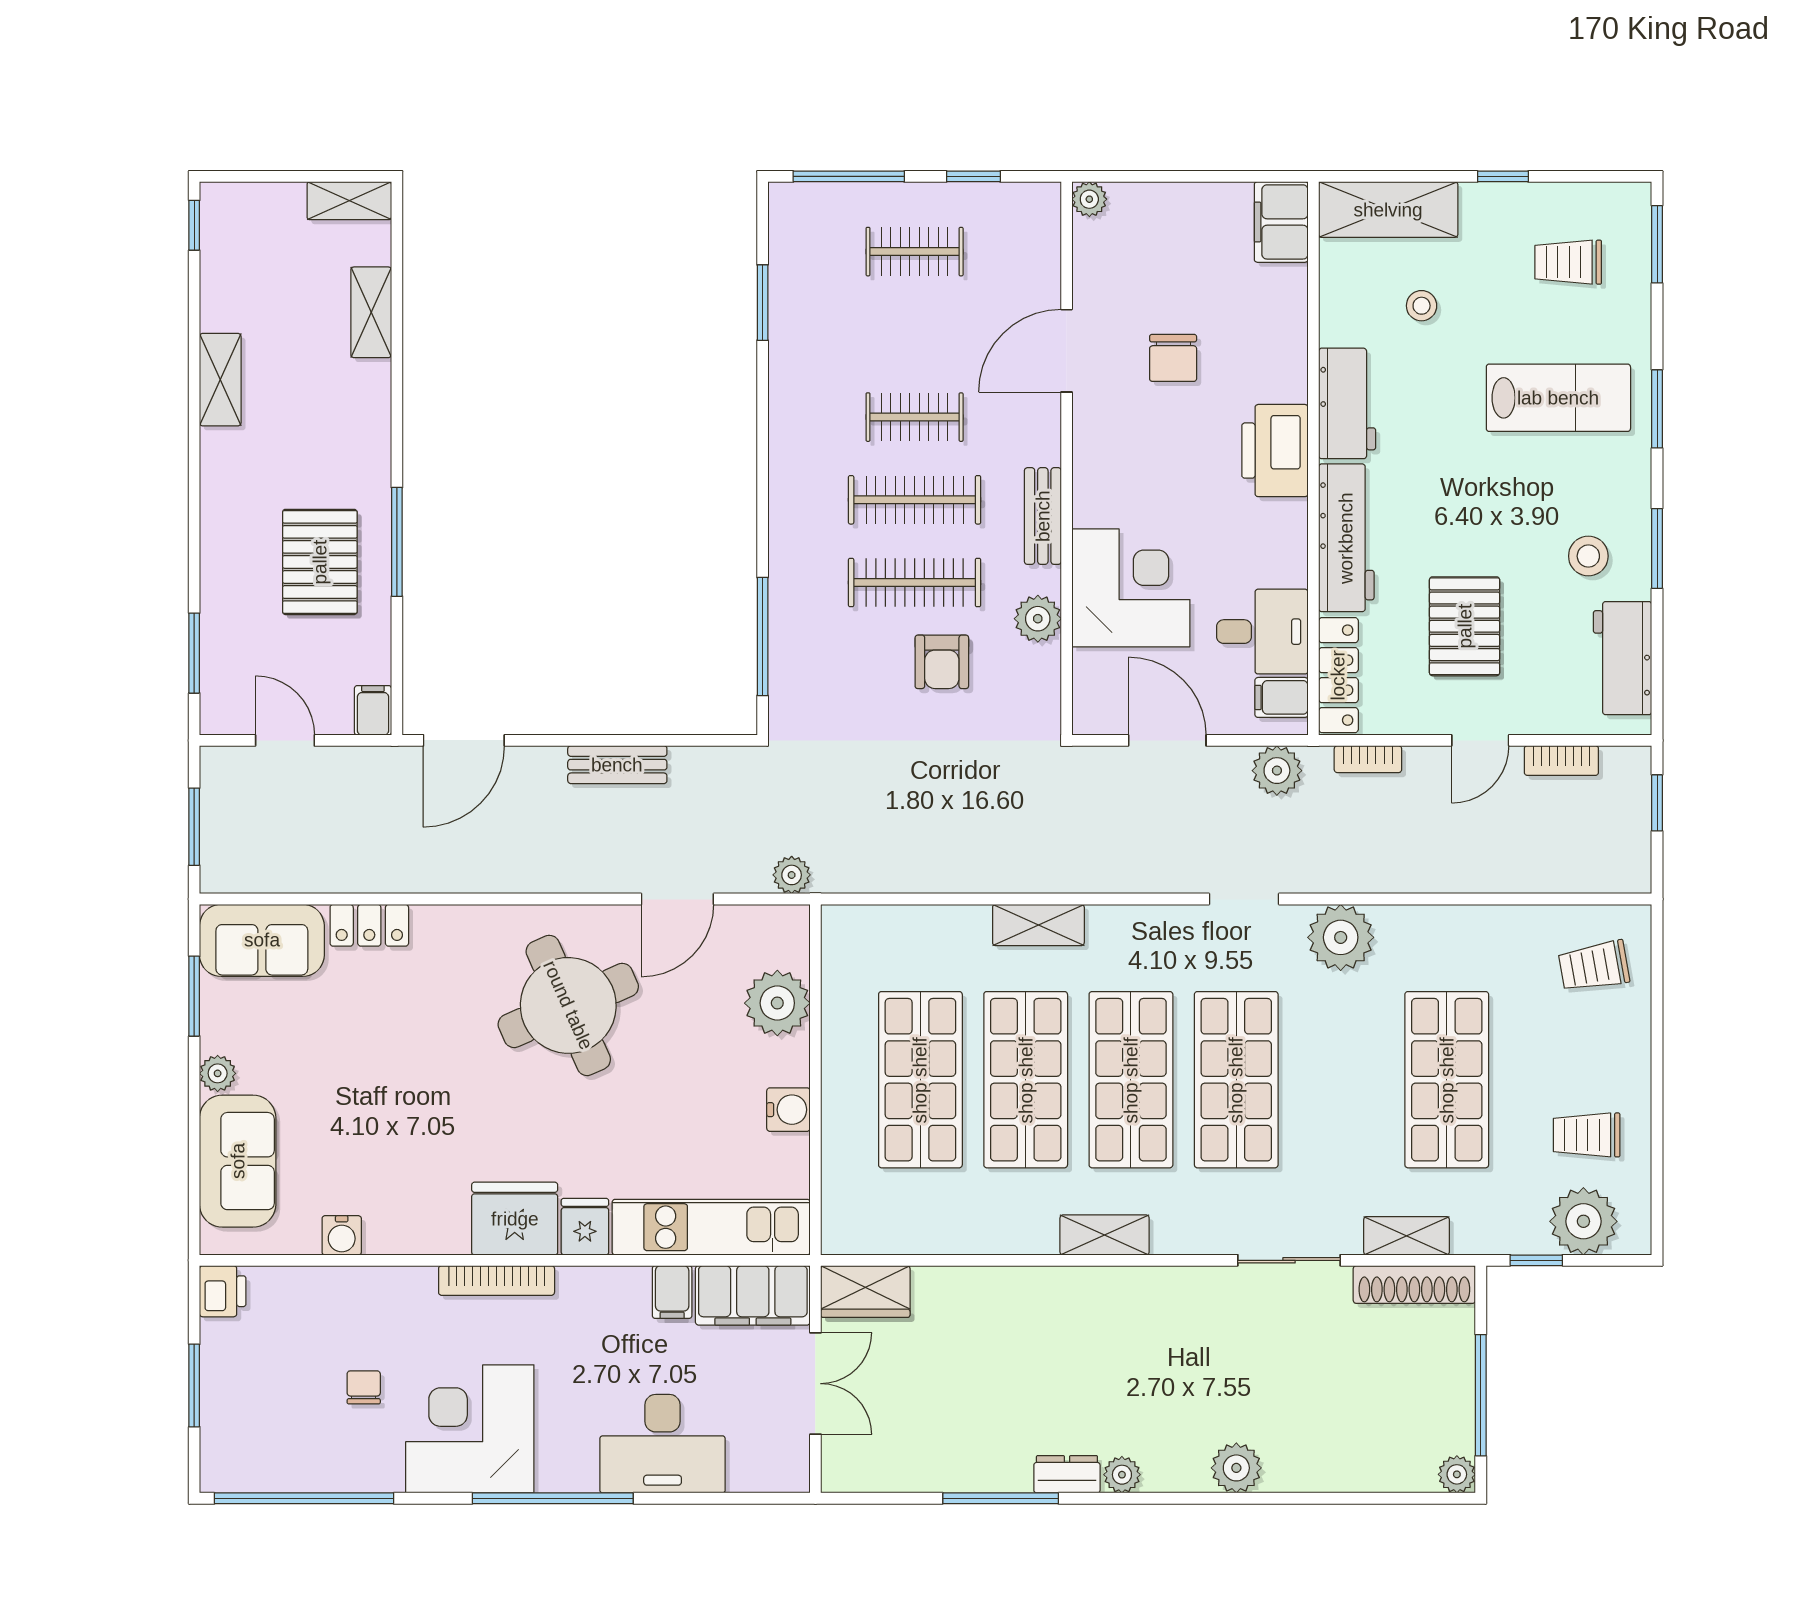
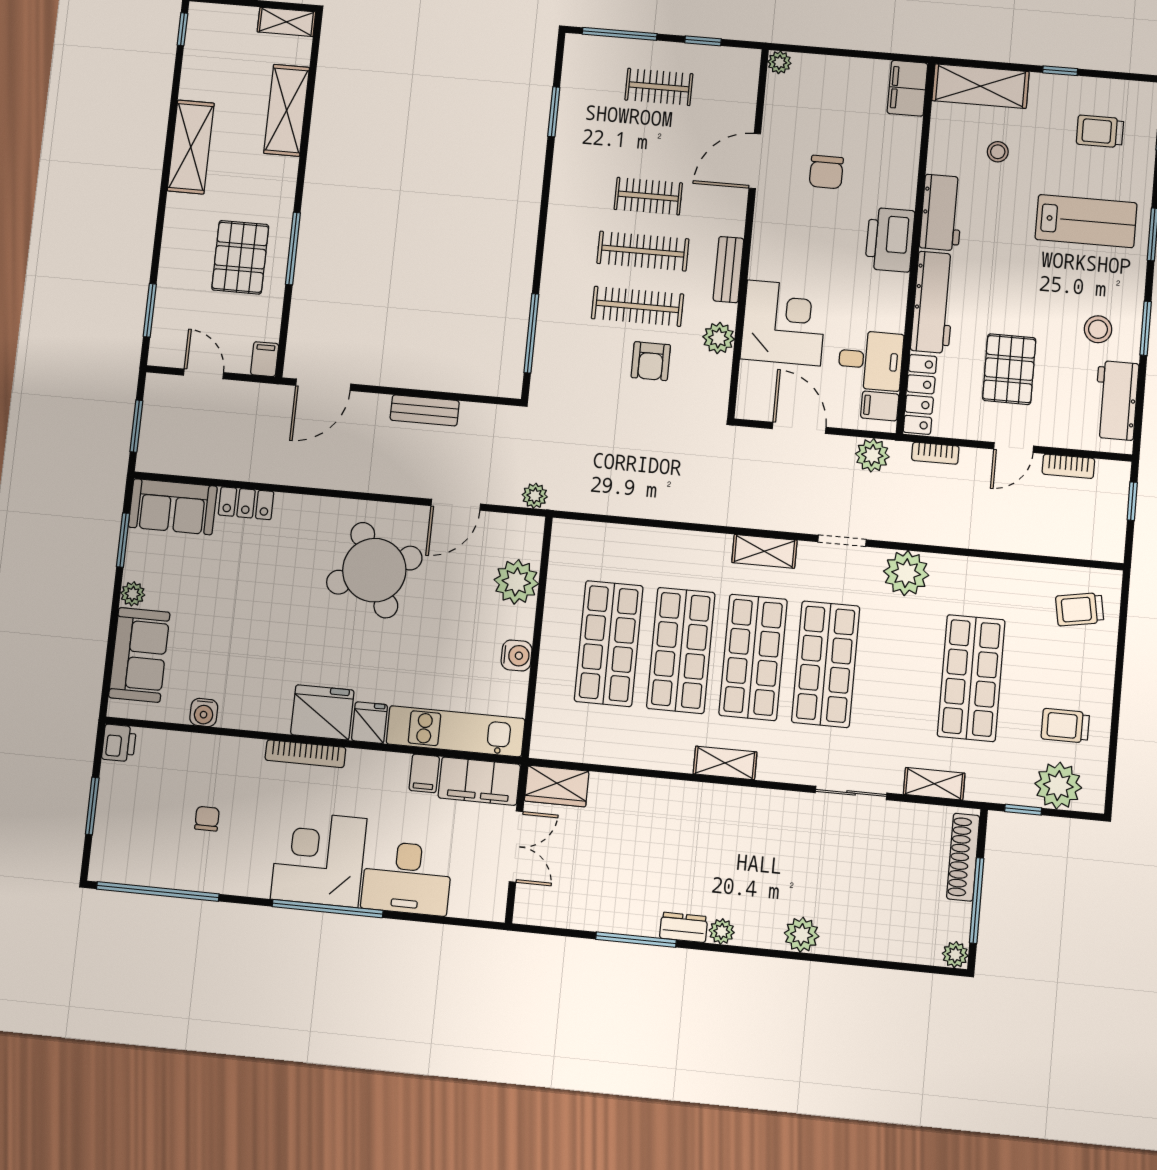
shelving: (371, 312) -> (287, 110), width x1.50, depth x1.33
shelving: (220, 380) -> (191, 147), width x1.50, depth x1.33
shelving: (1038, 925) -> (764, 551), moved
shoe rack: (1414, 1284) -> (963, 857), moved, turned 90
corner desk: (470, 1429) -> (319, 859), moved

